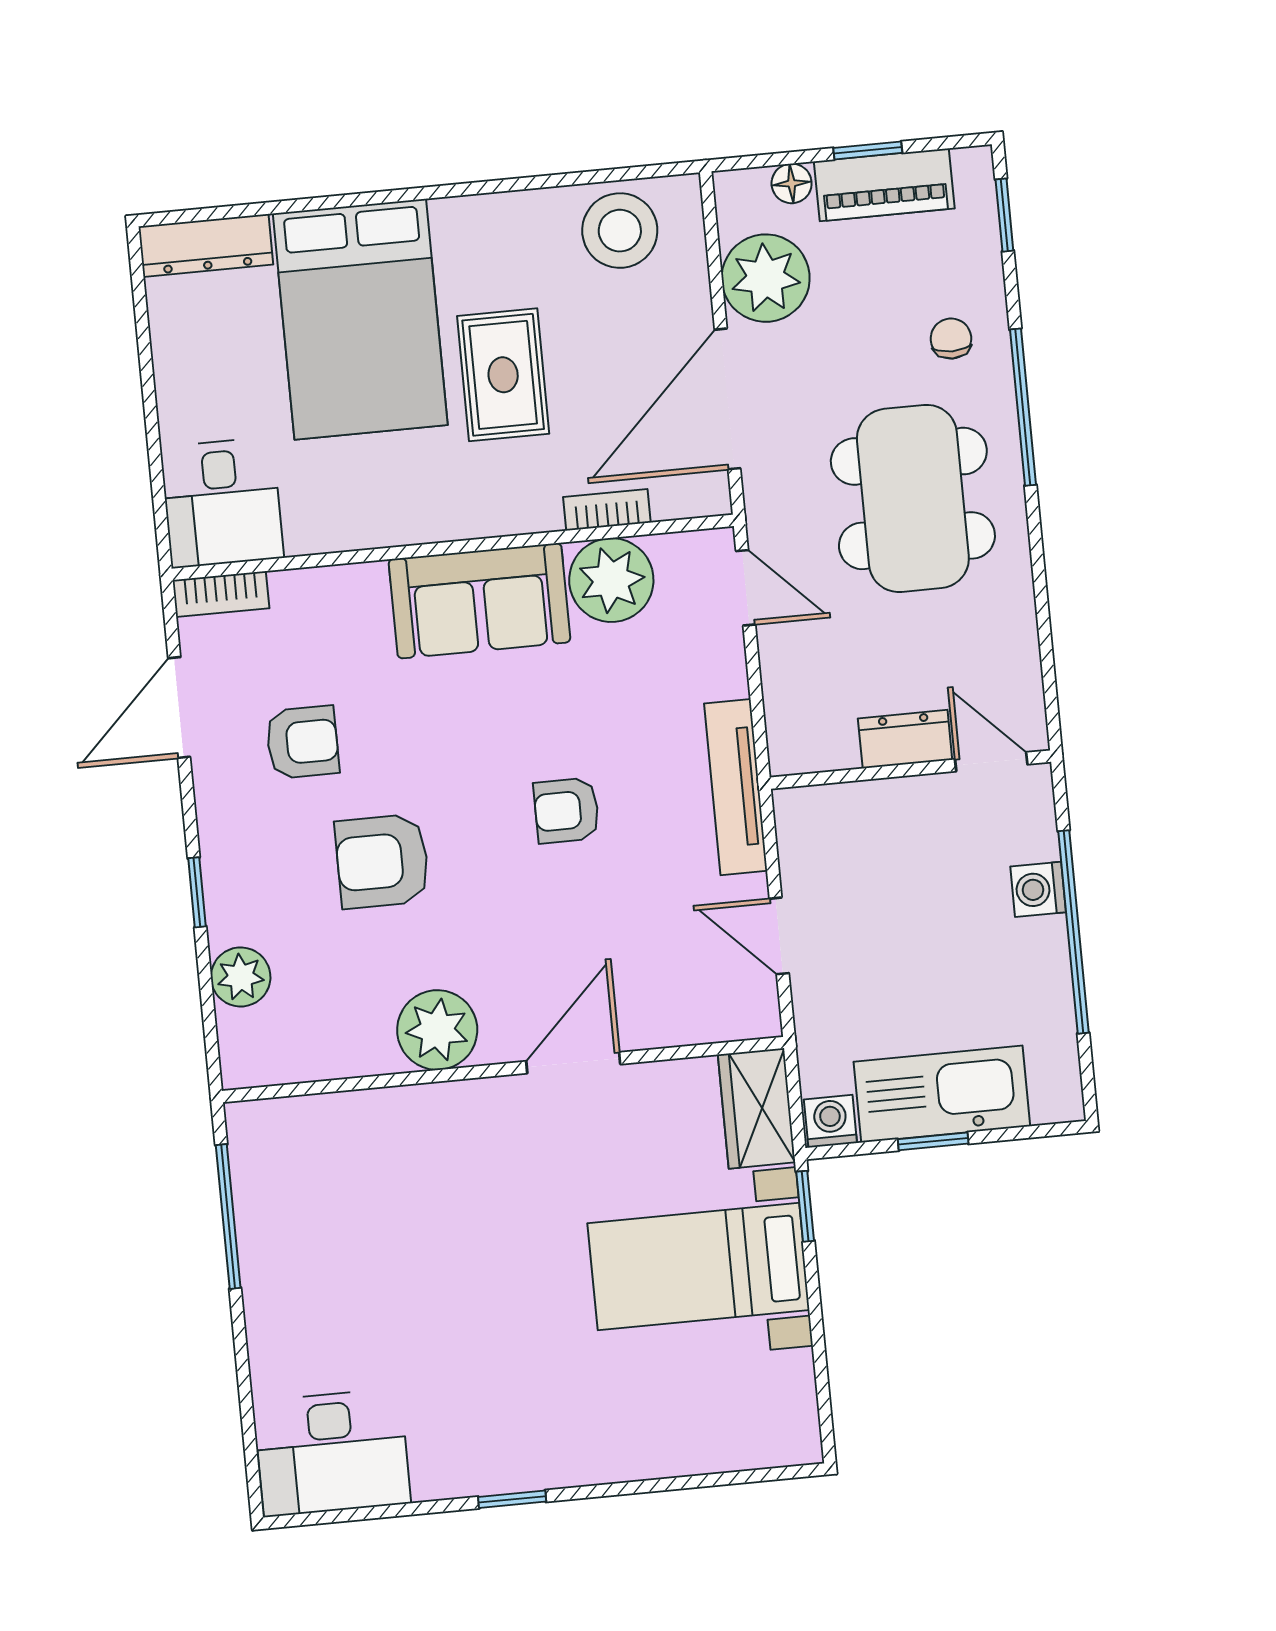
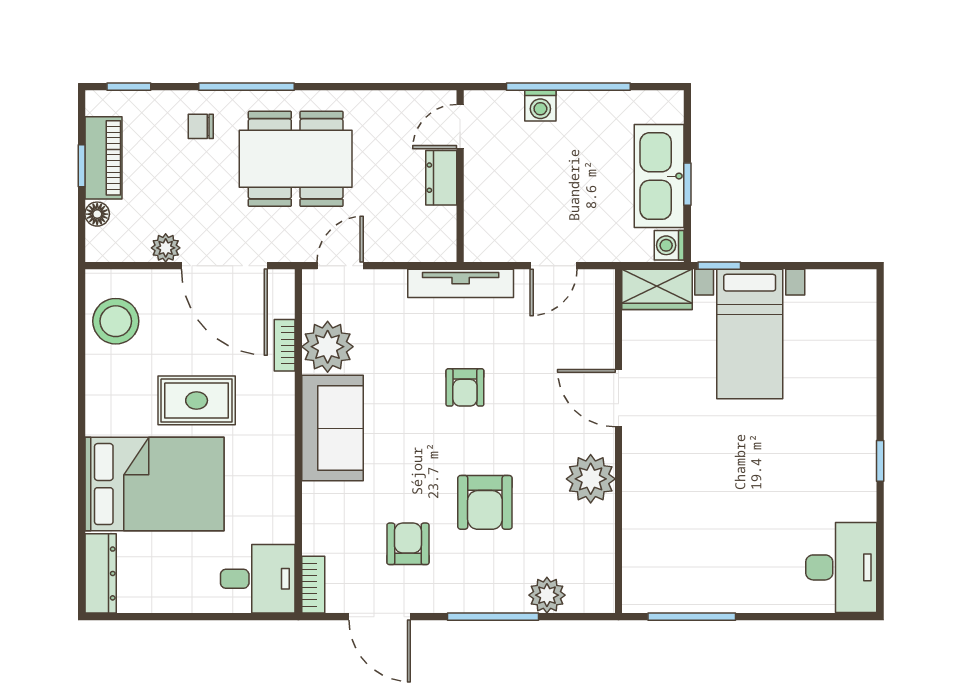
plant: (766, 278) -> (166, 248), width x0.53, depth x0.53
window: (197, 892) -> (493, 617), width x2.17

